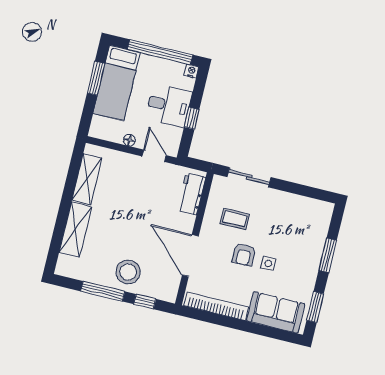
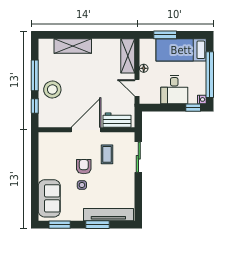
window: (96, 78) -> (165, 35), moved
window: (192, 118) -> (193, 108), moved
door: (154, 156) -> (137, 88), swing flipped
shelving: (87, 179) -> (128, 56), moved, turned 90
tv unit: (318, 237) -> (108, 215), added
door: (190, 255) -> (86, 130), moved
armchair: (244, 255) -> (84, 167), turned 90
bookcase: (216, 306) -> (44, 156), removed

